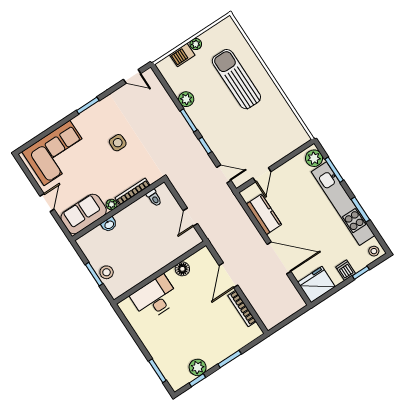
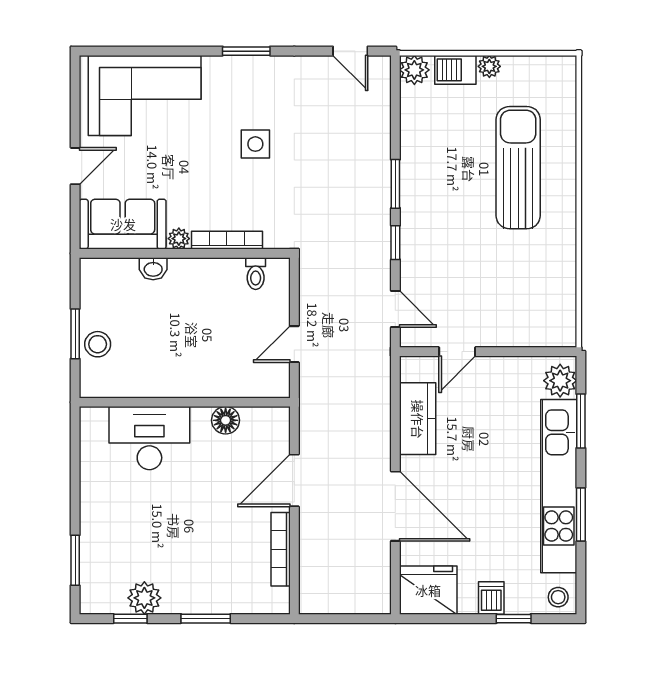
plant: (186, 99) -> (414, 70), moved

